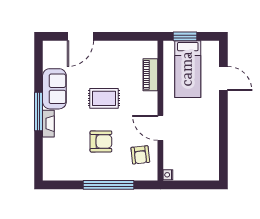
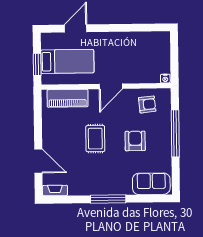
piano: (150, 75) -> (68, 98), width x1.37, depth x1.33
sofa: (54, 89) -> (151, 184), moved
fireplace: (48, 124) -> (55, 190), moved
door: (160, 128) -> (111, 86), moved

